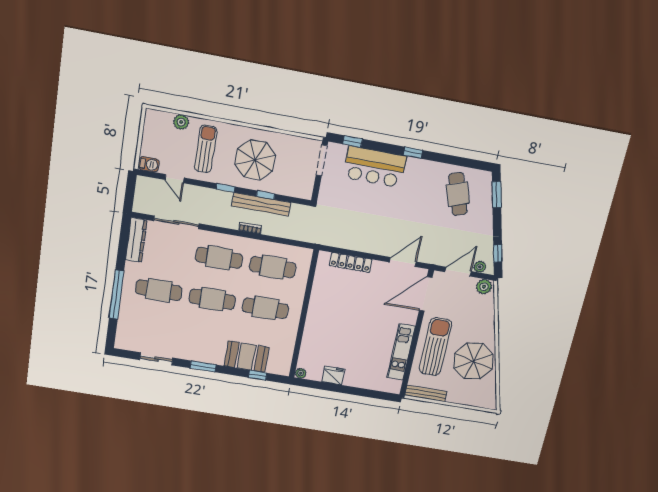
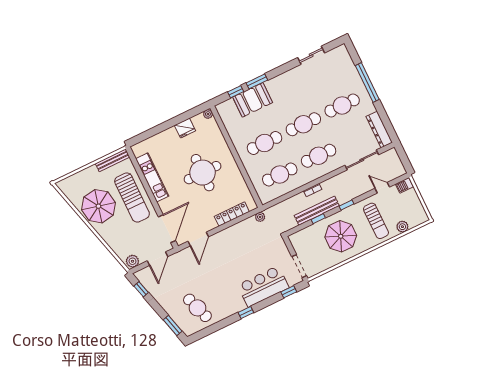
plant: (480, 267) -> (260, 217), moved
round table: (349, 323) -> (203, 173), added
window: (203, 366) -> (257, 81), moved

